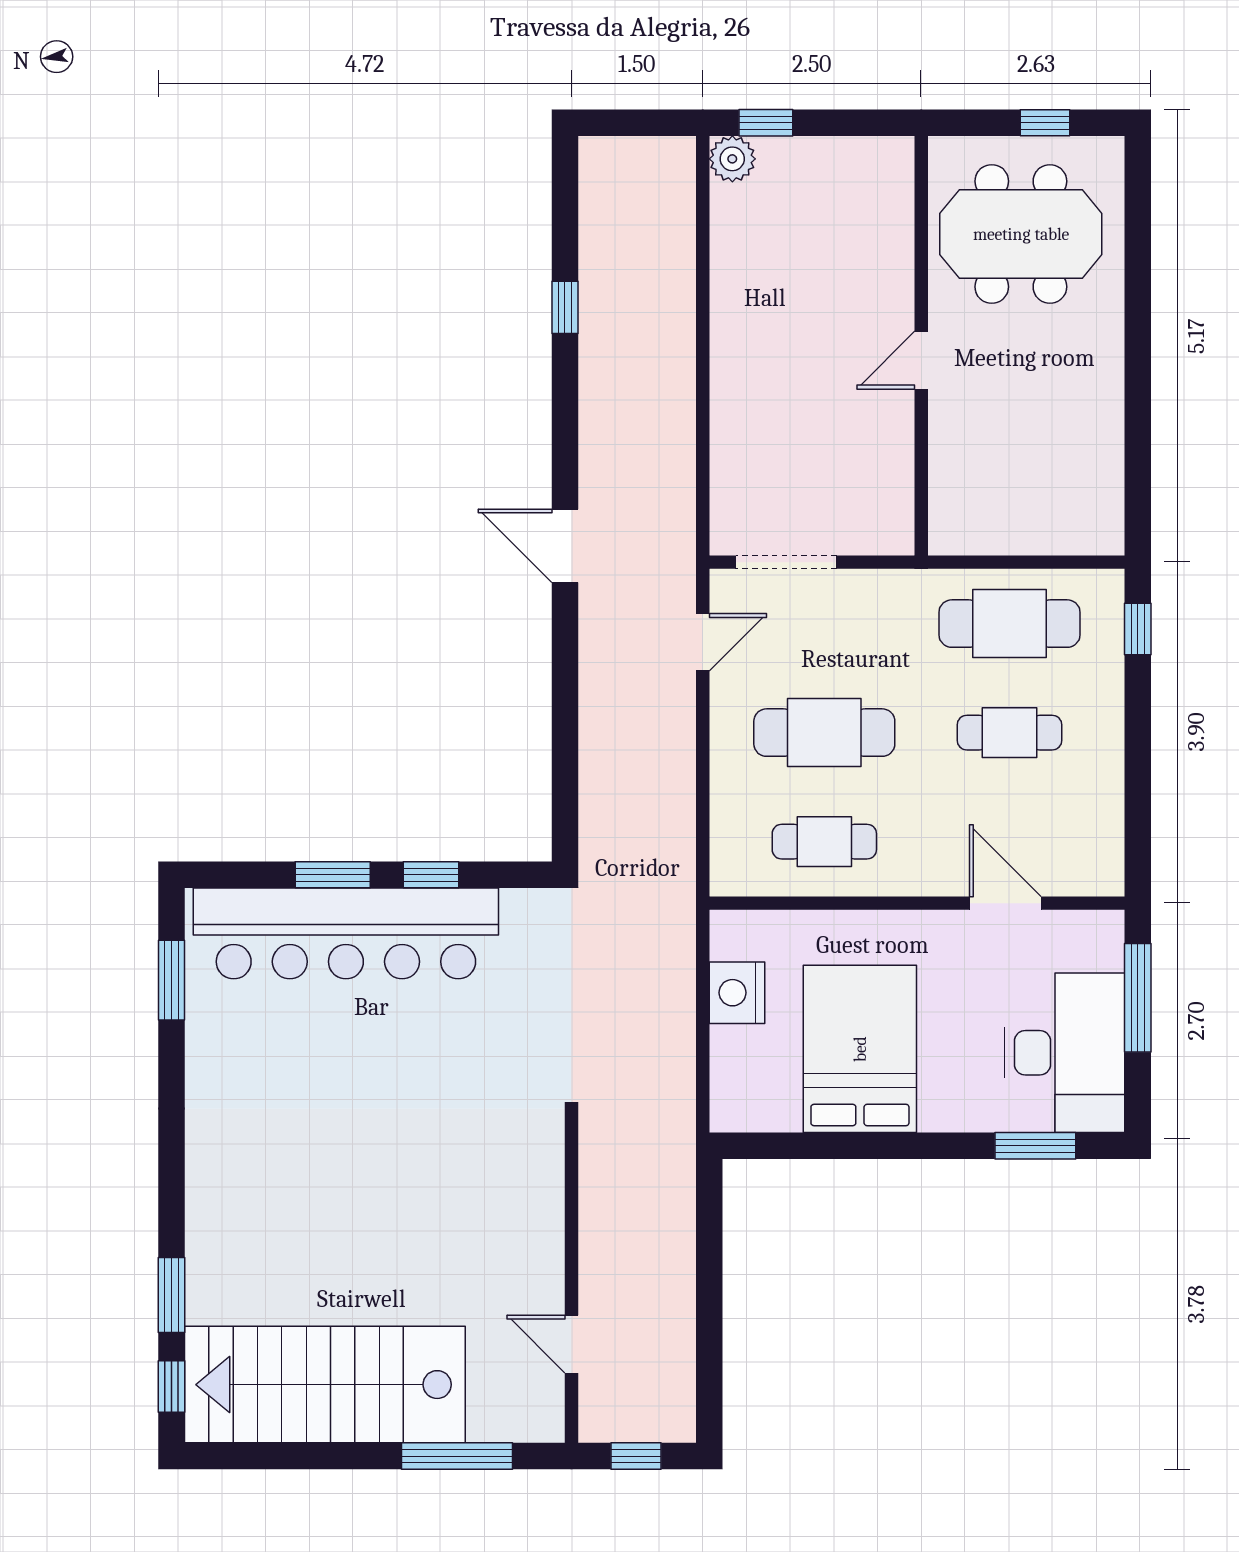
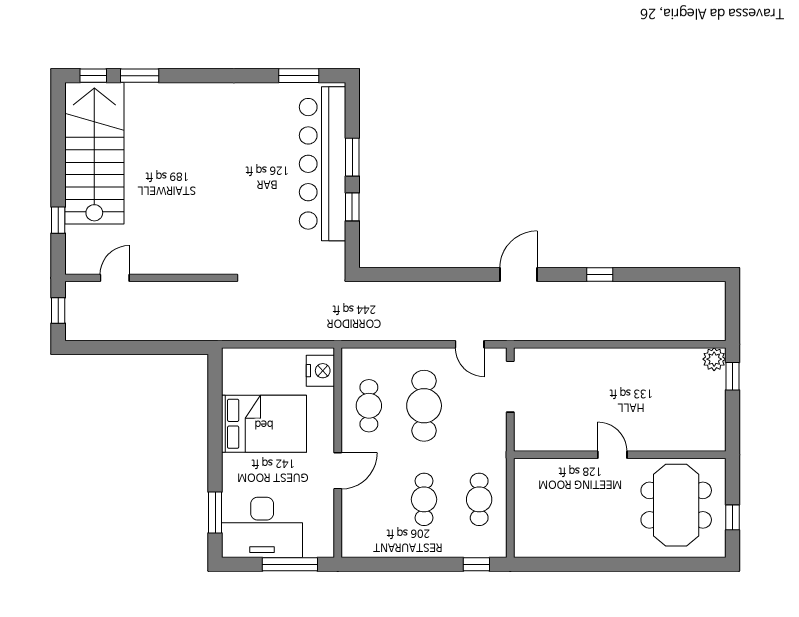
window: (565, 307) -> (600, 275), moved
cafe table: (1010, 624) -> (479, 499), width x0.73, depth x0.74
door: (1005, 903) -> (338, 471), moved
nightstand: (737, 993) -> (320, 371), moved, turned 90
window: (457, 1456) -> (58, 220), width x0.46

